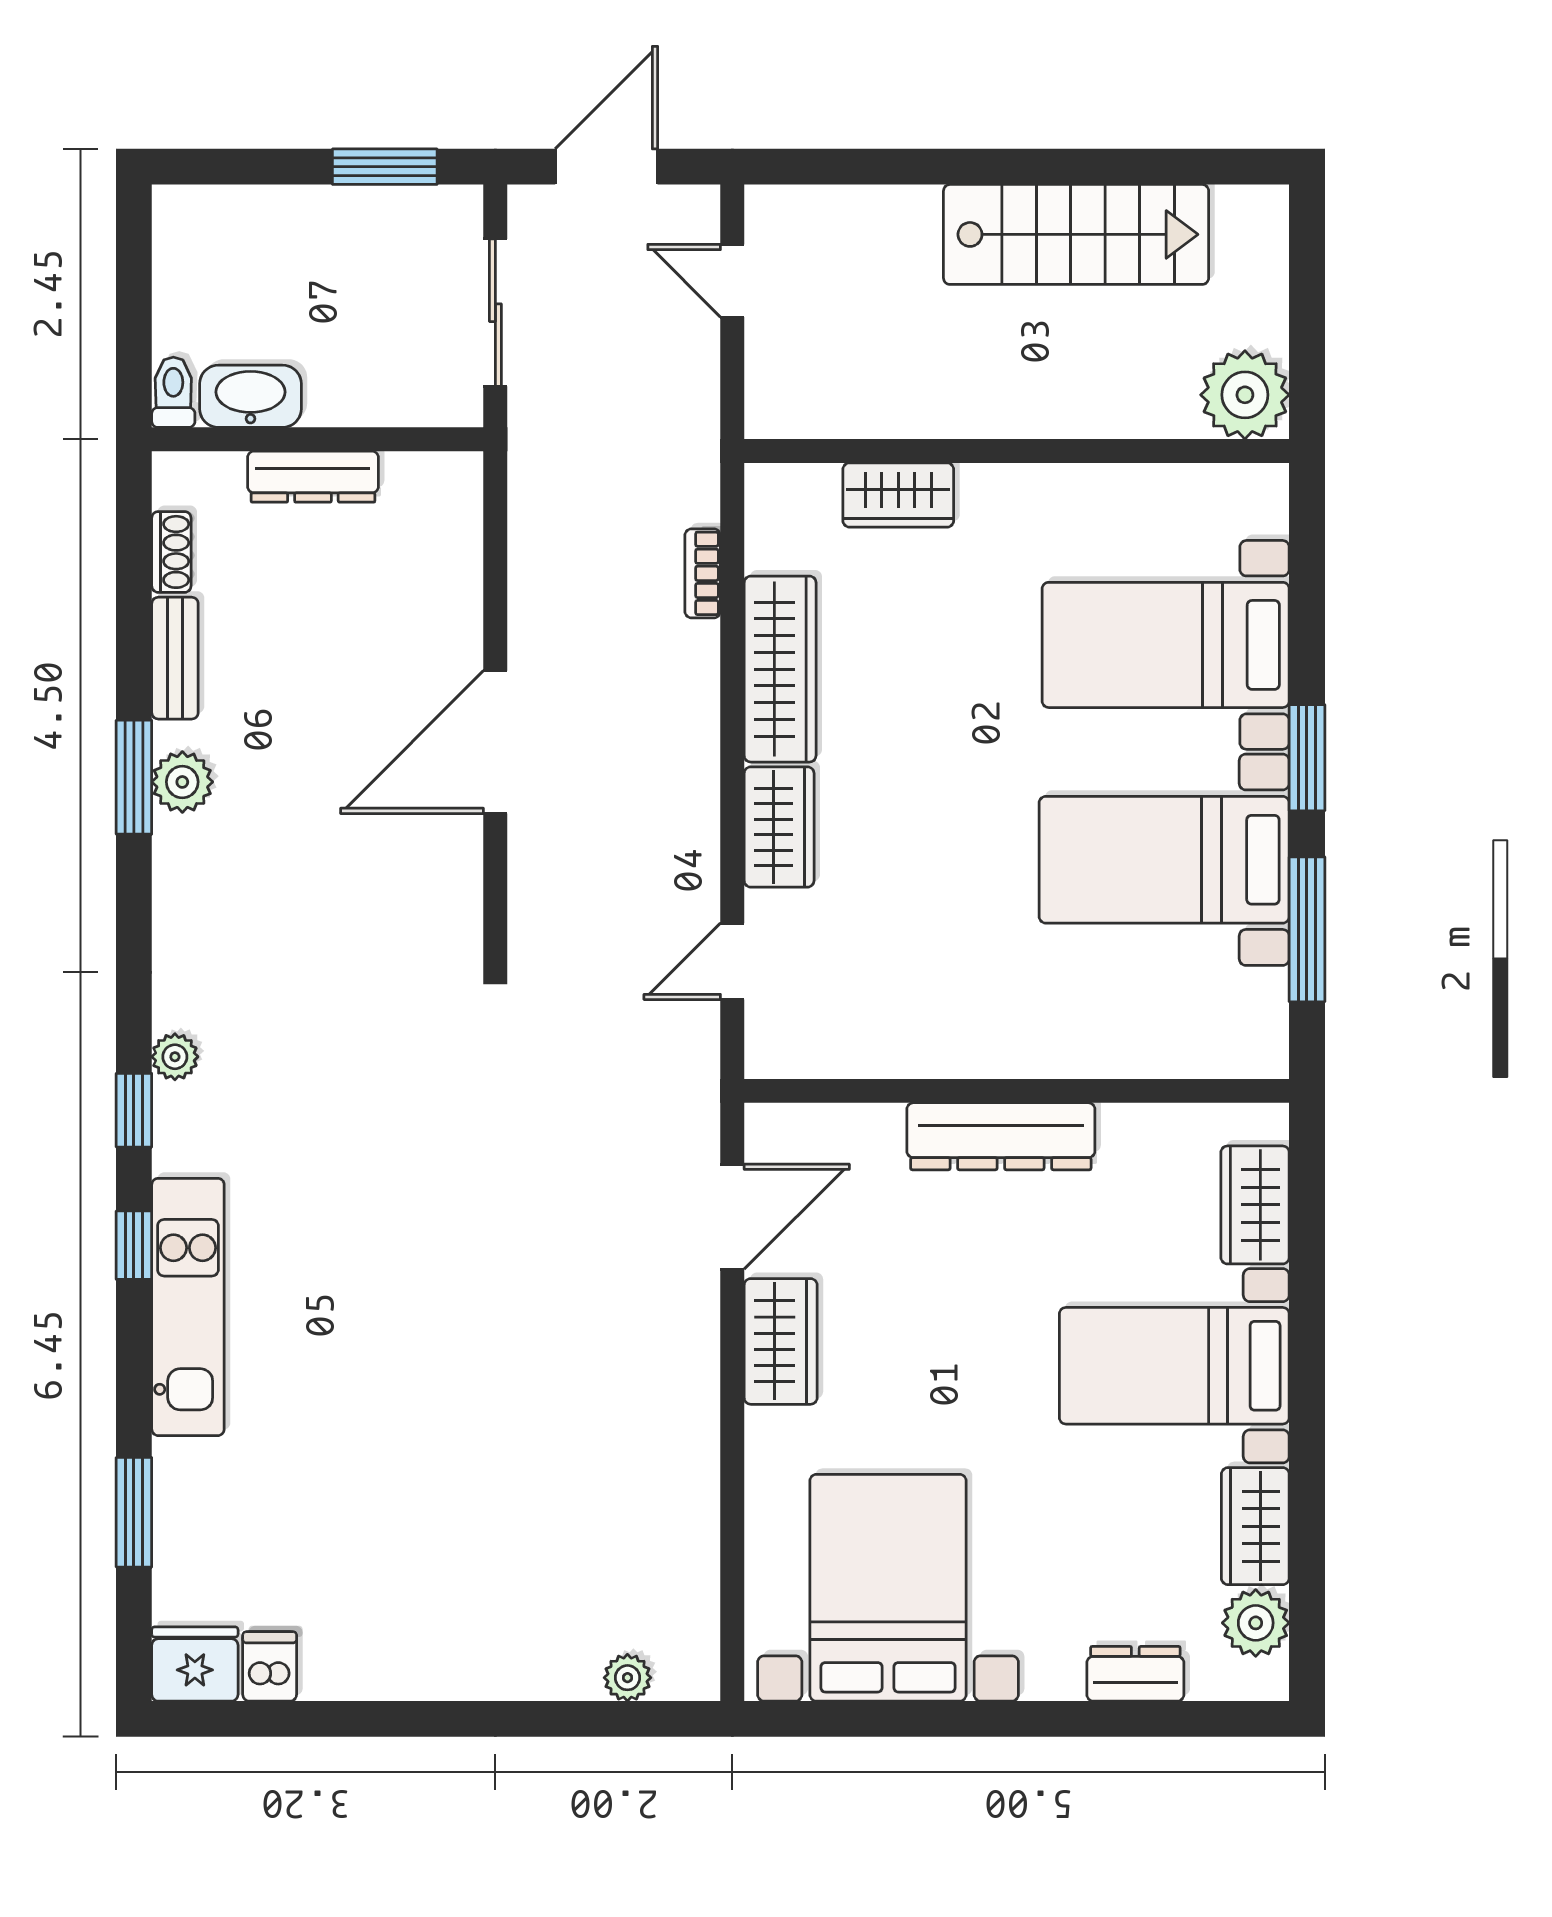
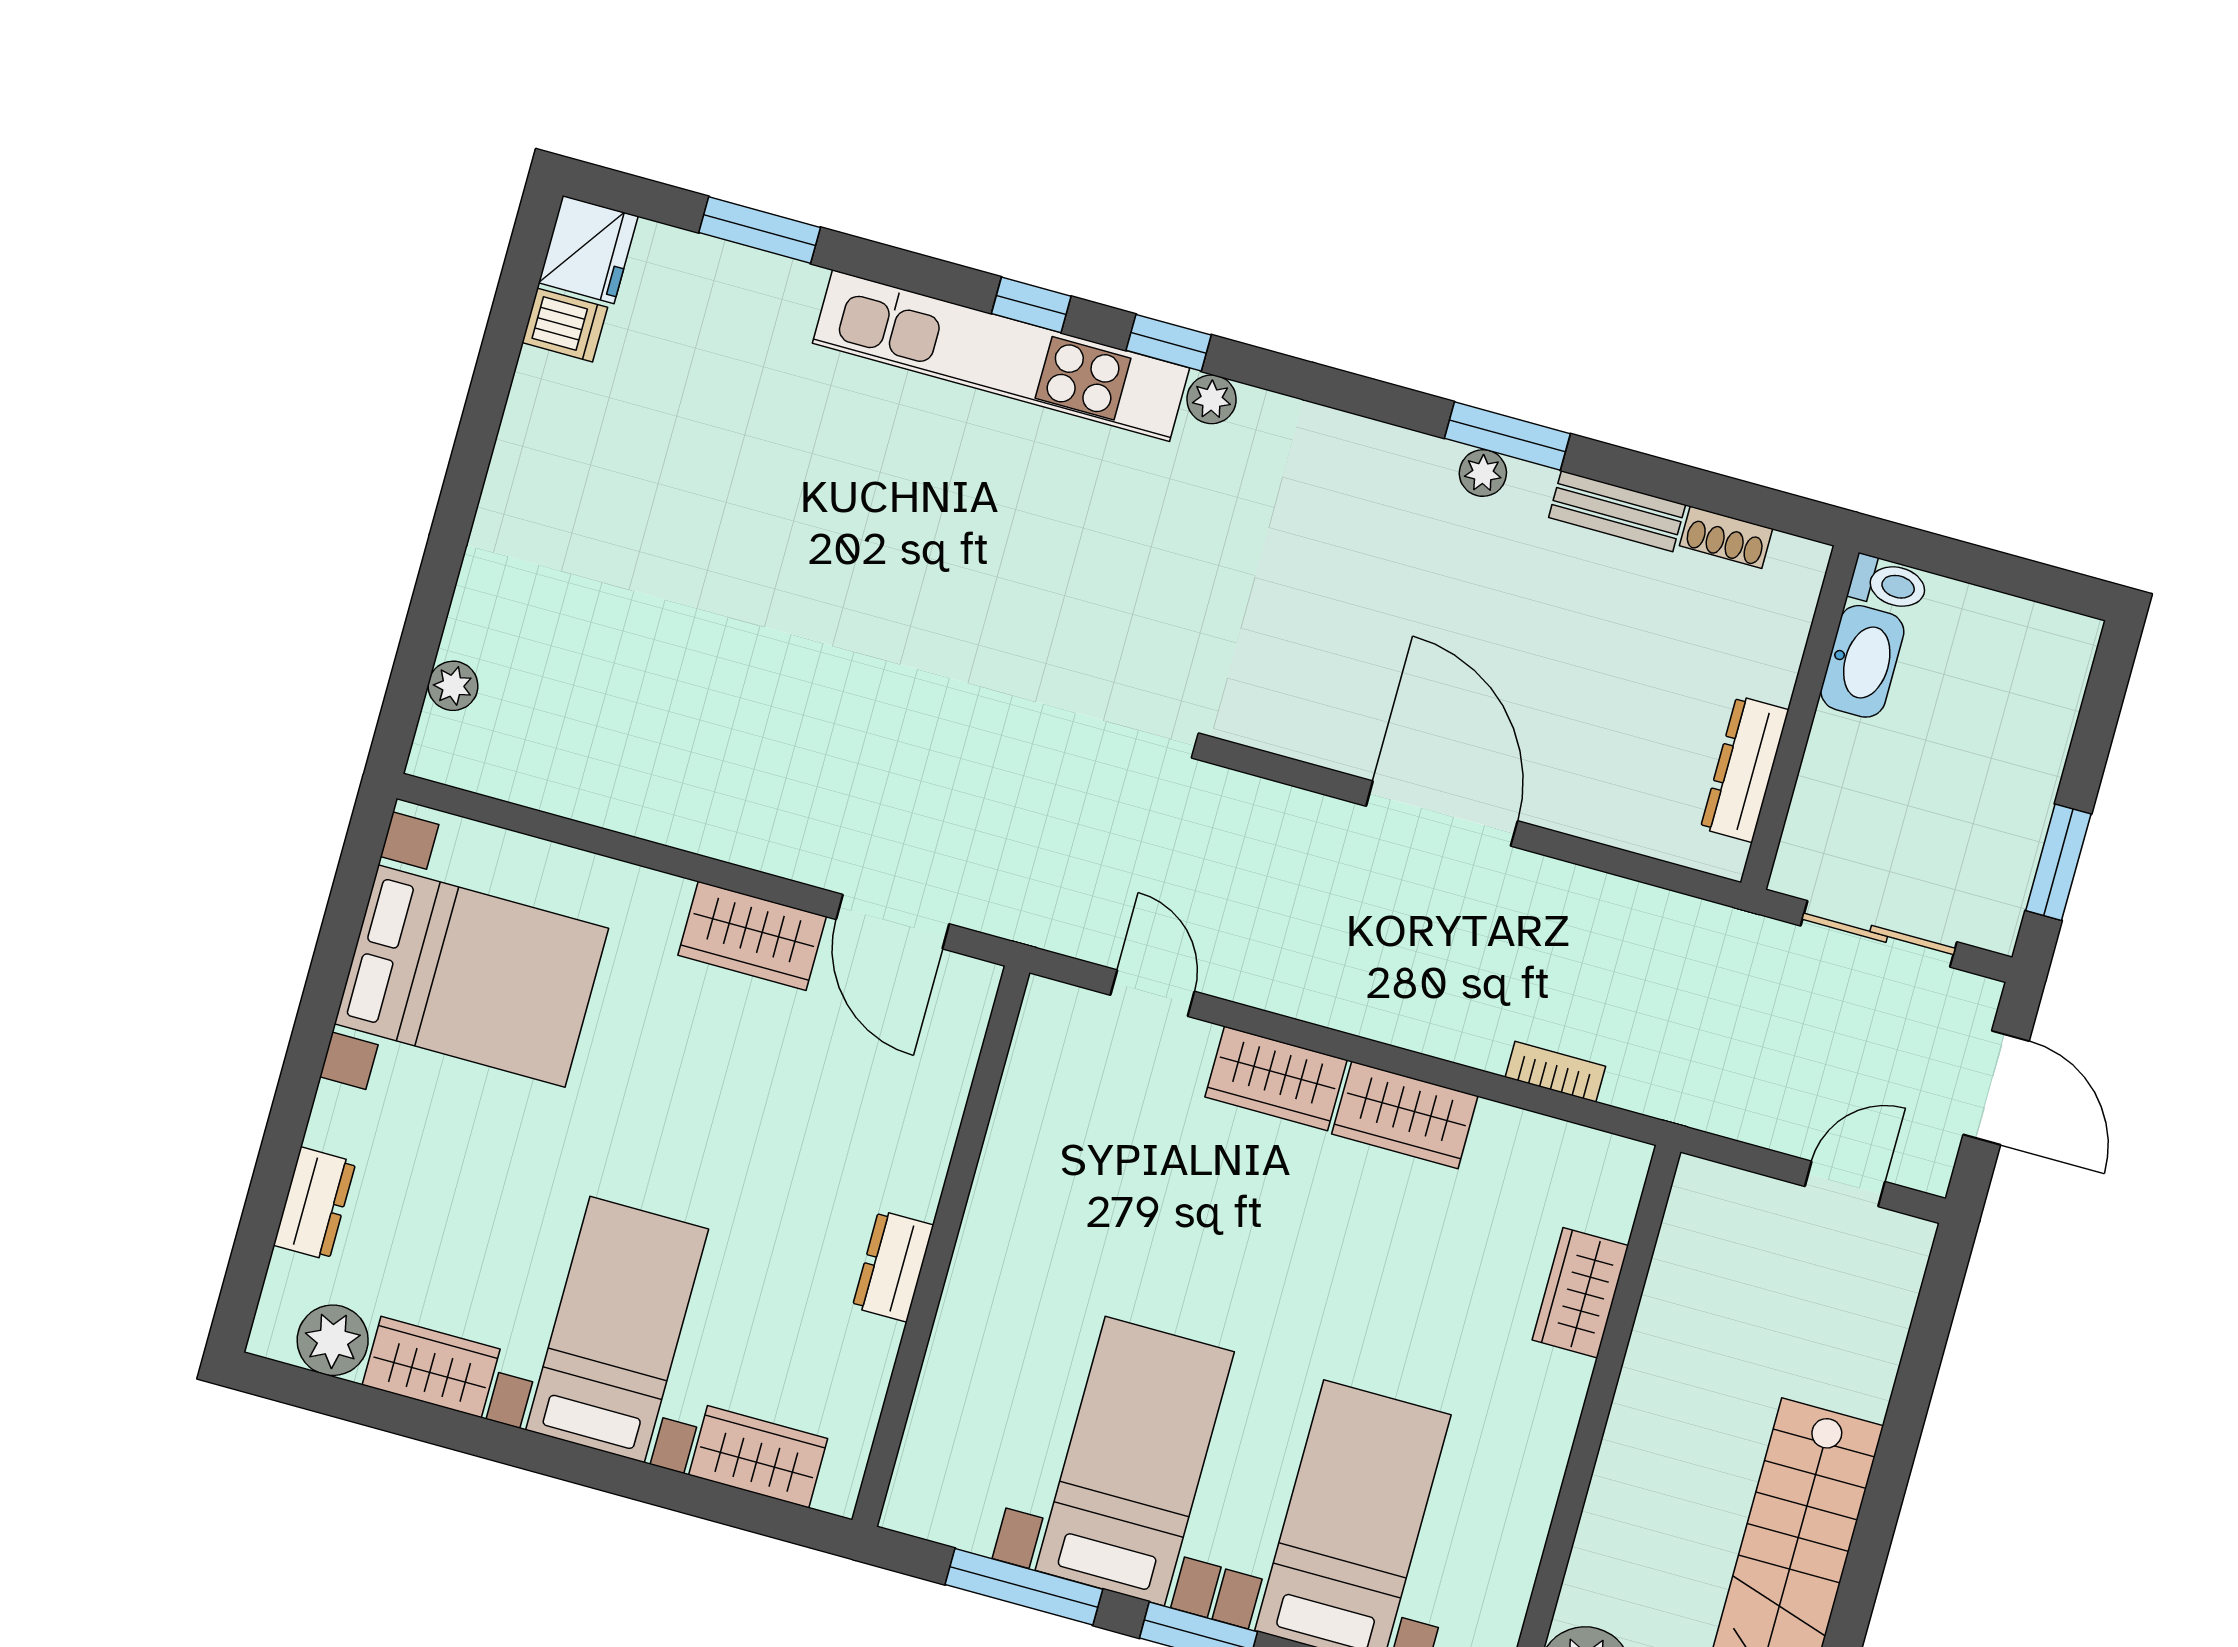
dresser: (313, 477) -> (1745, 769), moved
wardrobe: (780, 669) -> (1405, 1115), width x0.67
plant: (182, 782) -> (1483, 473), width x0.73, depth x0.73
dresser: (1001, 1136) -> (893, 1266), width x0.51, depth x0.80
kitchen unit: (188, 1307) -> (1001, 356), width x1.36

